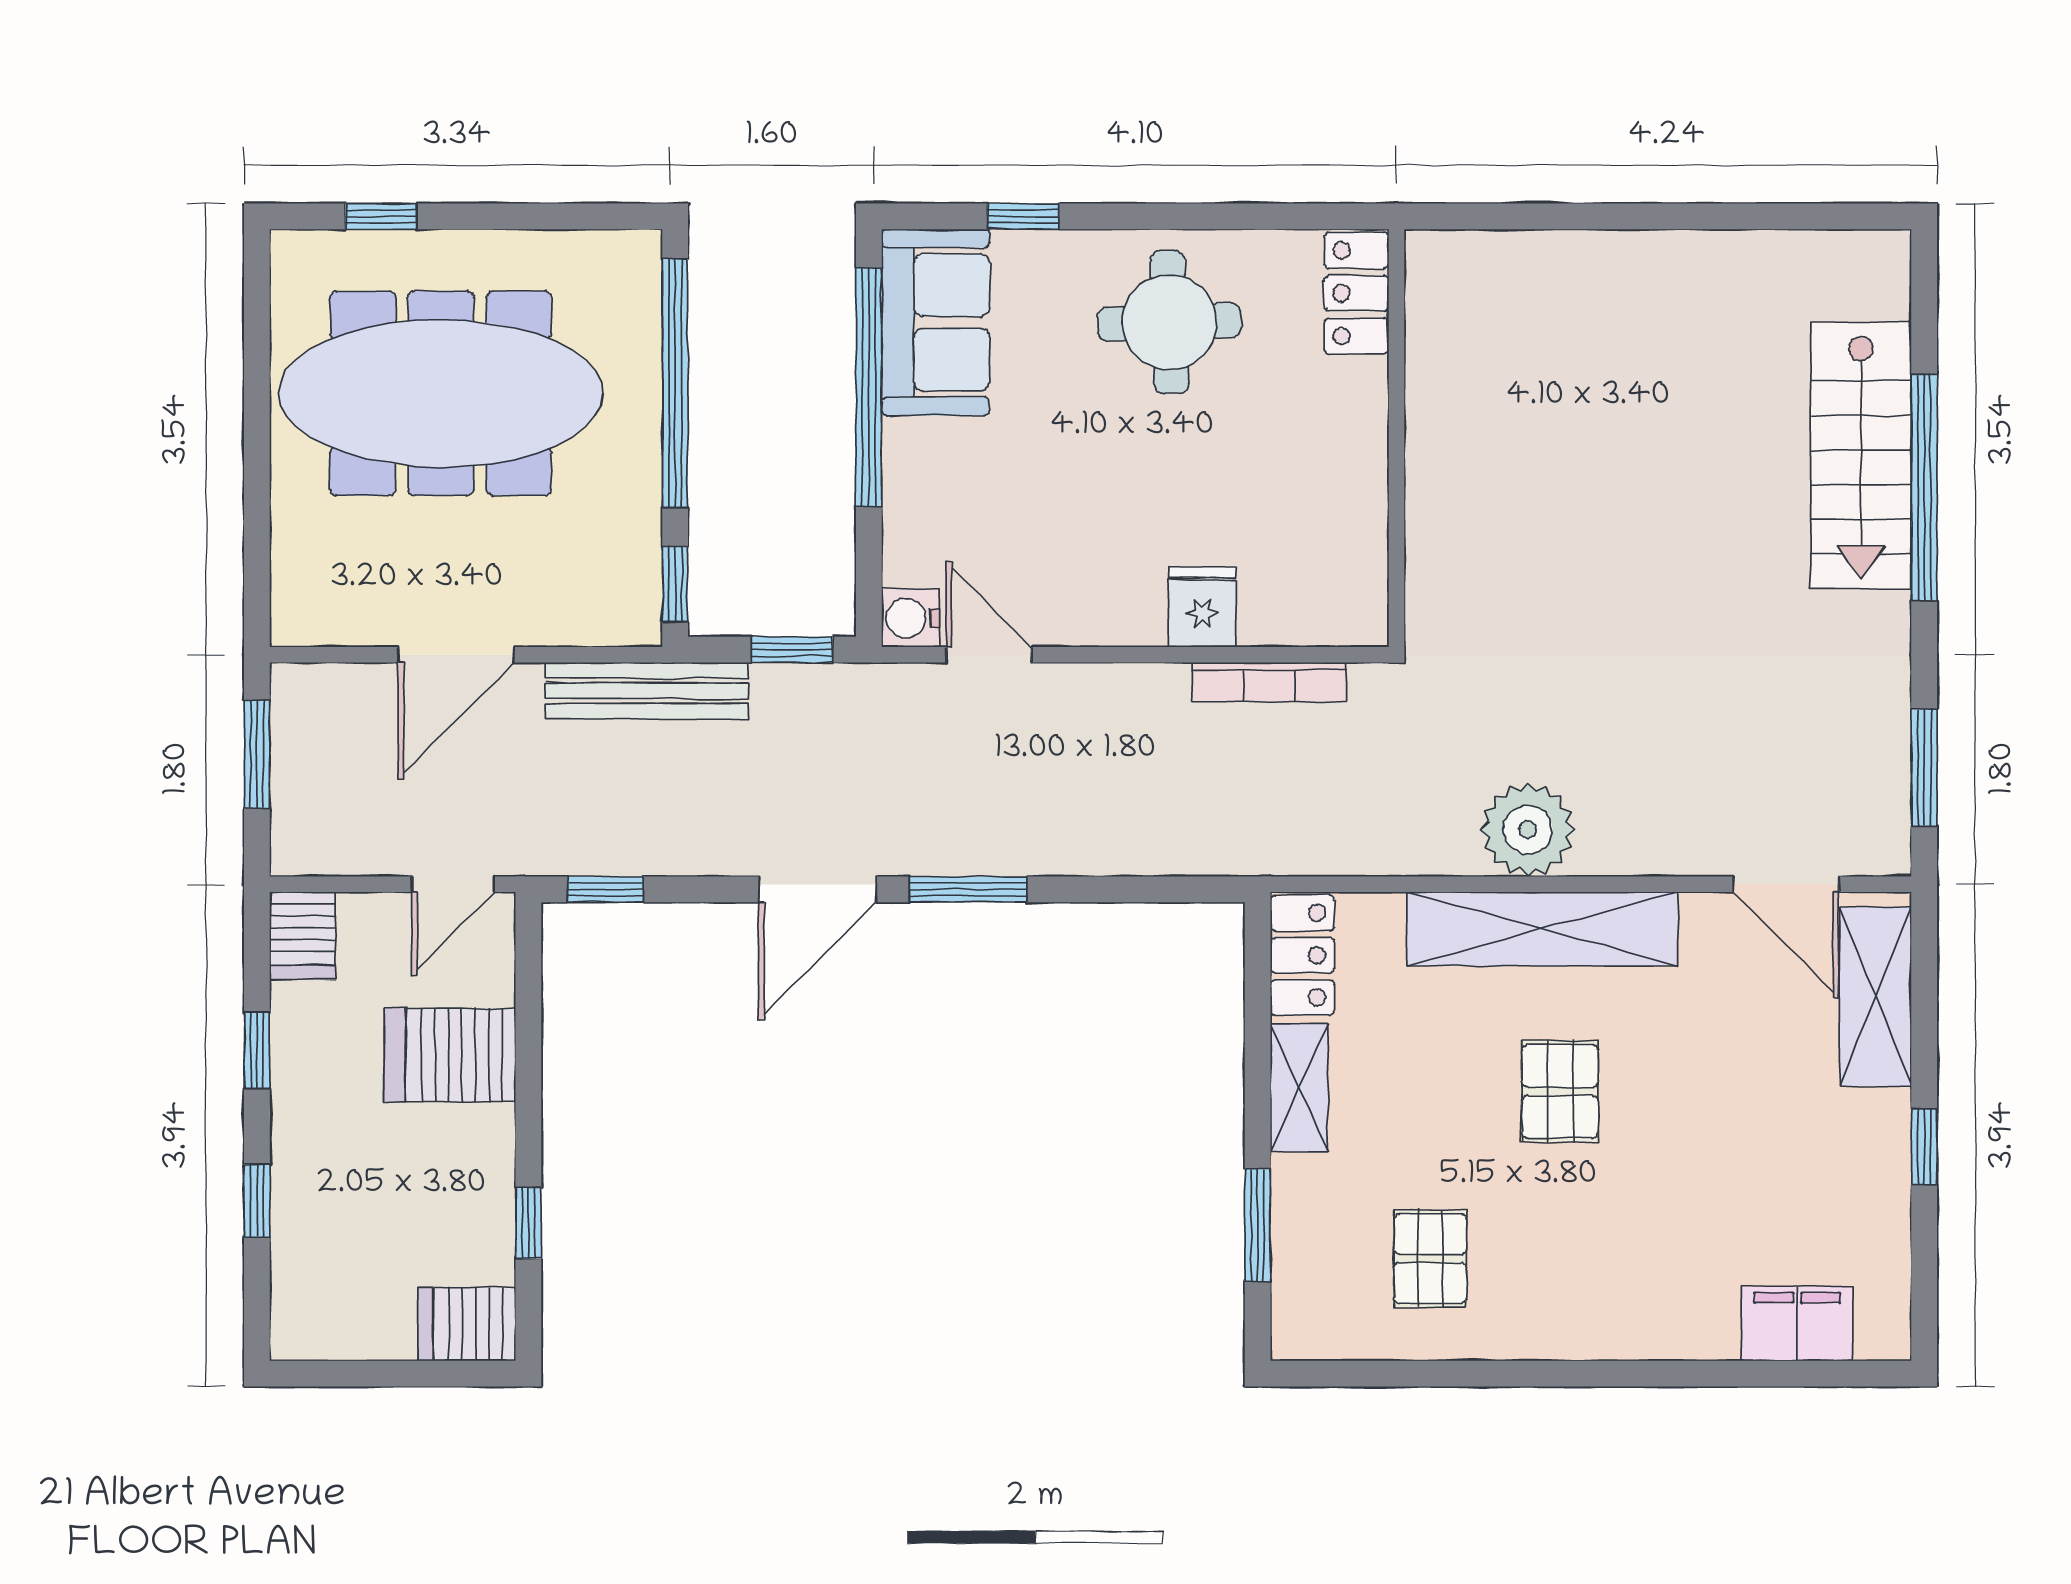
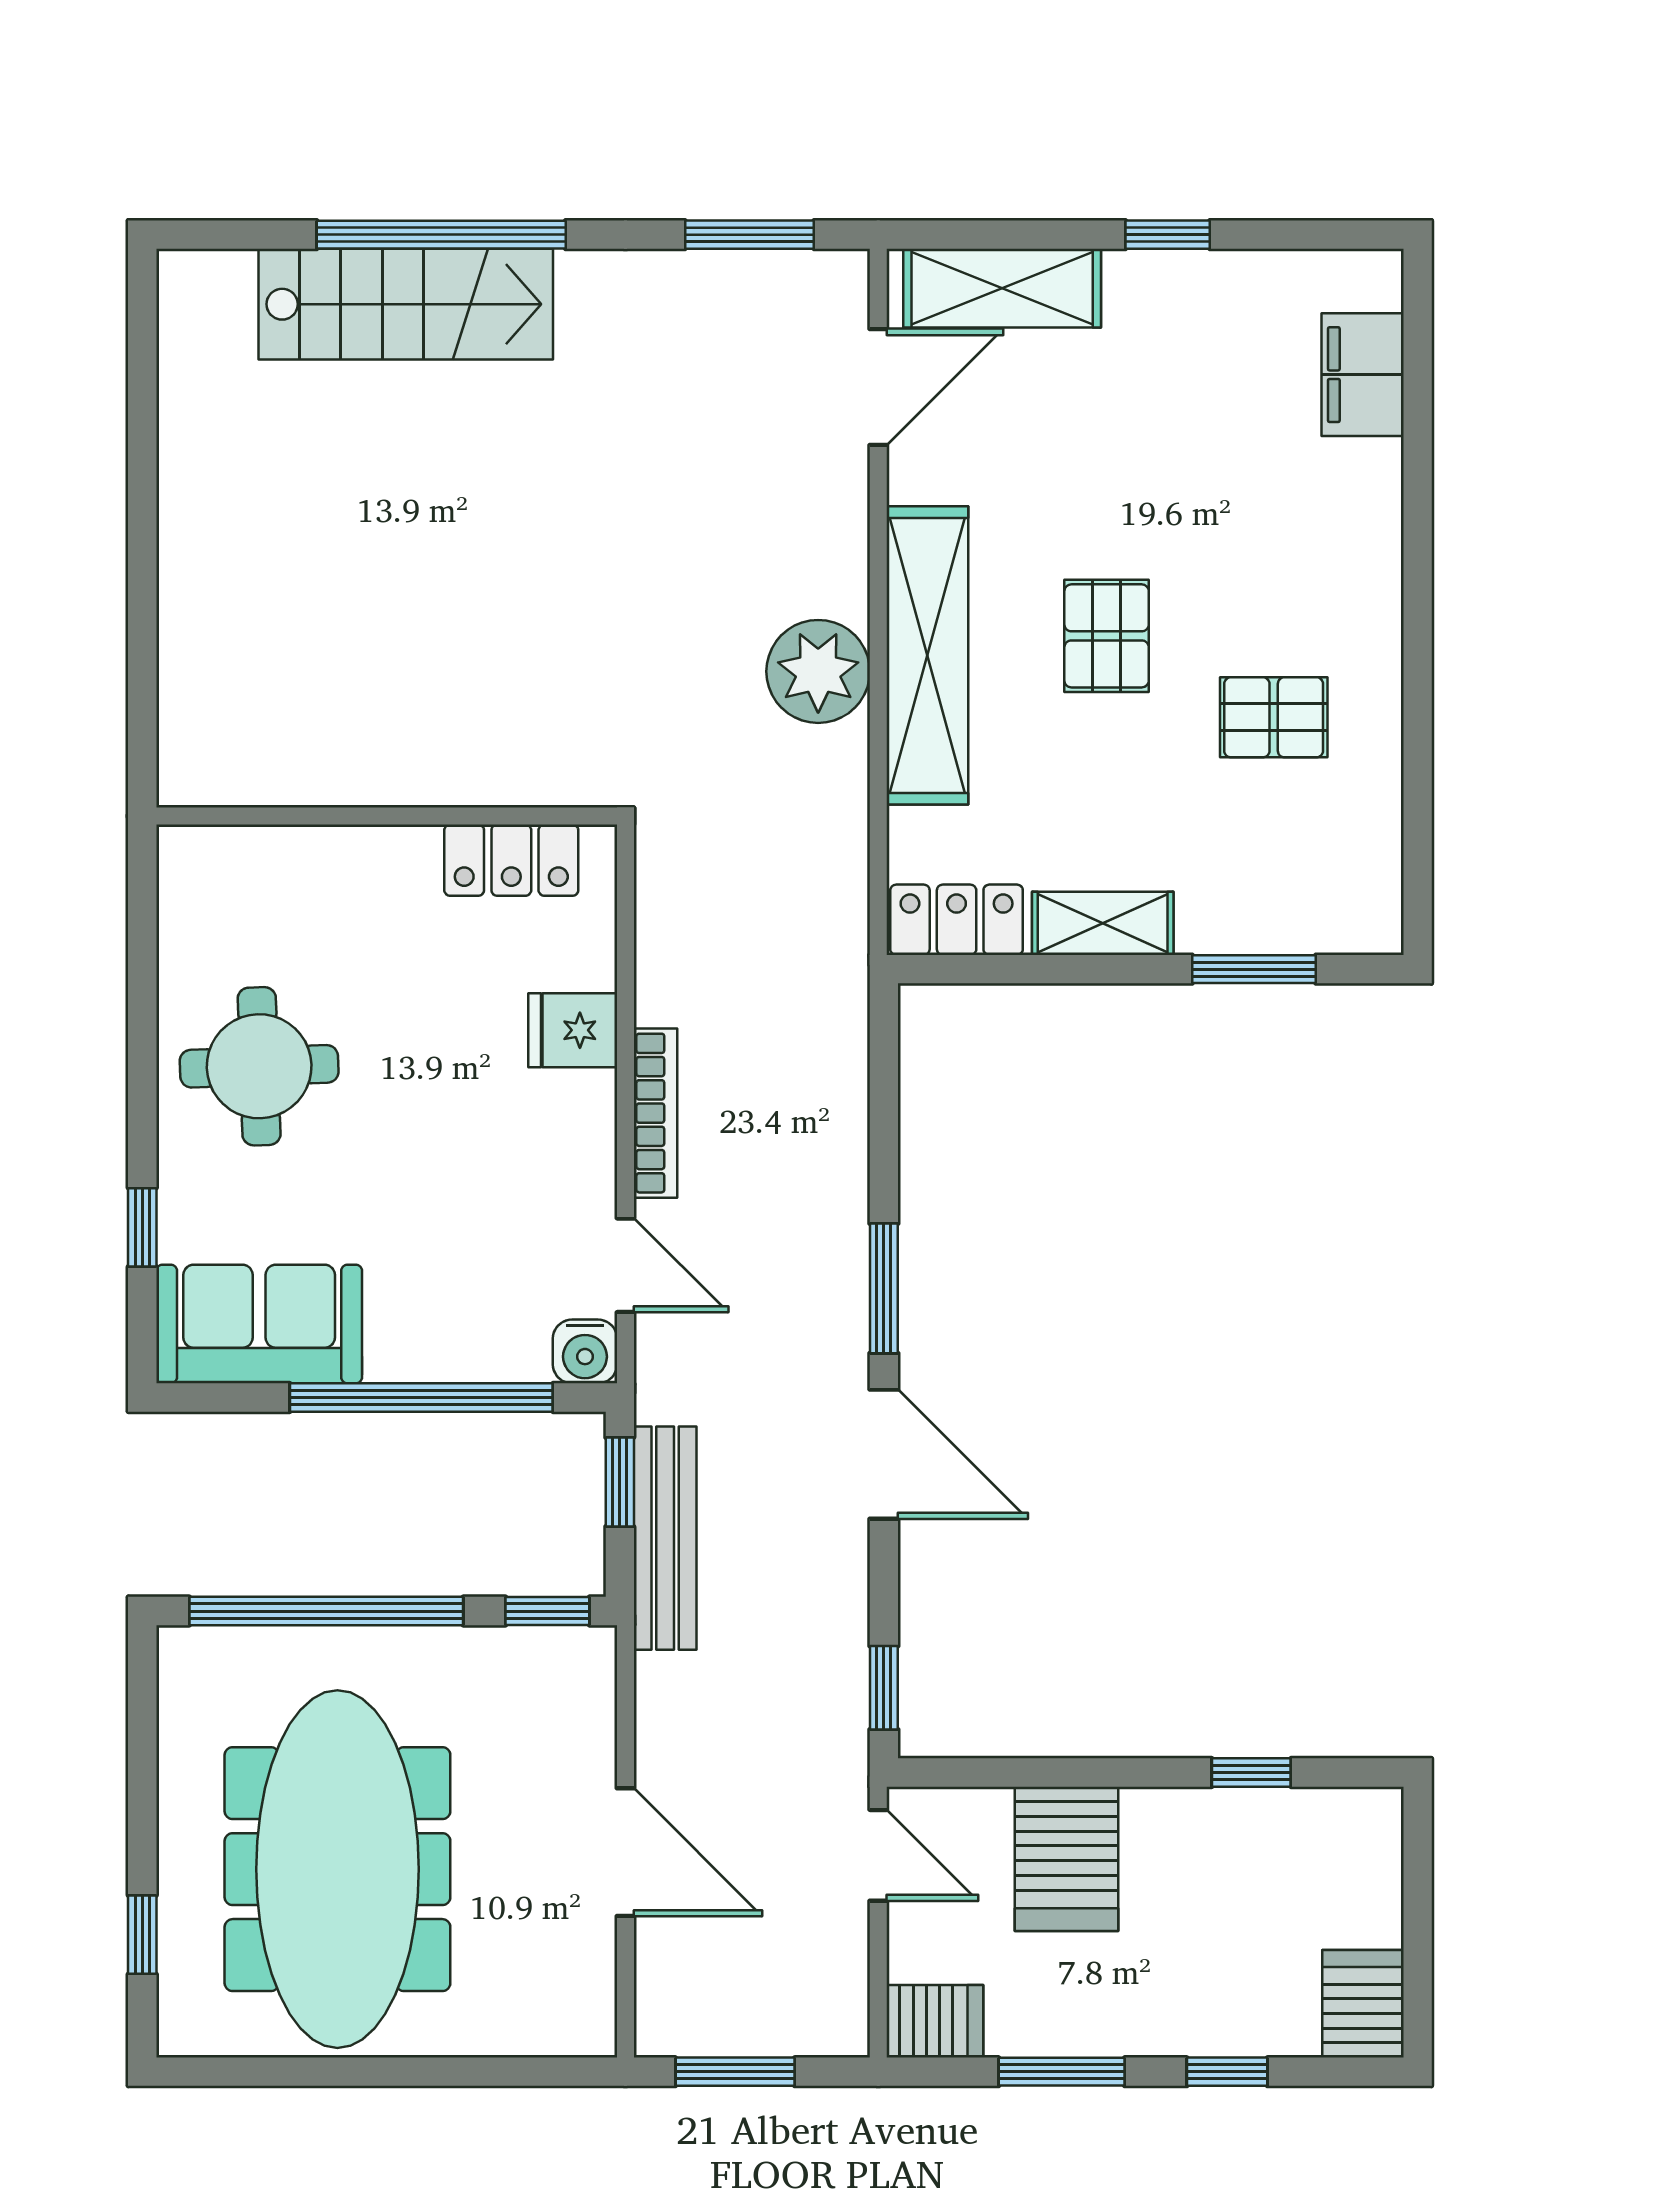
locker: (1356, 293) -> (511, 860), moved
window: (869, 387) -> (421, 1398), moved
door: (989, 655) -> (625, 1265), swing flipped
bookcase: (1270, 682) -> (656, 1113), moved
bench: (647, 691) -> (665, 1538), moved
window: (257, 1051) -> (1062, 2072), width x1.50
pallet: (1560, 1091) -> (1107, 636), turned 90
pallet: (1430, 1258) -> (1274, 717), moved
server rack: (467, 1324) -> (1363, 2004), moved, turned 180

